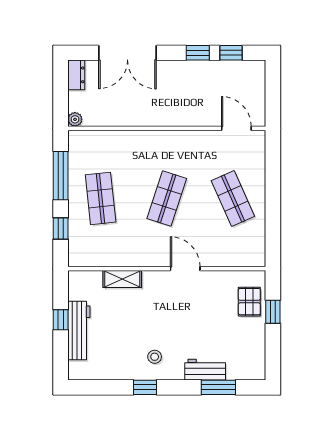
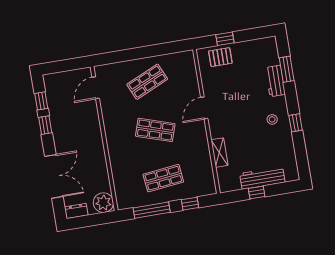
plant: (75, 119) -> (103, 203), width x1.88, depth x1.88

